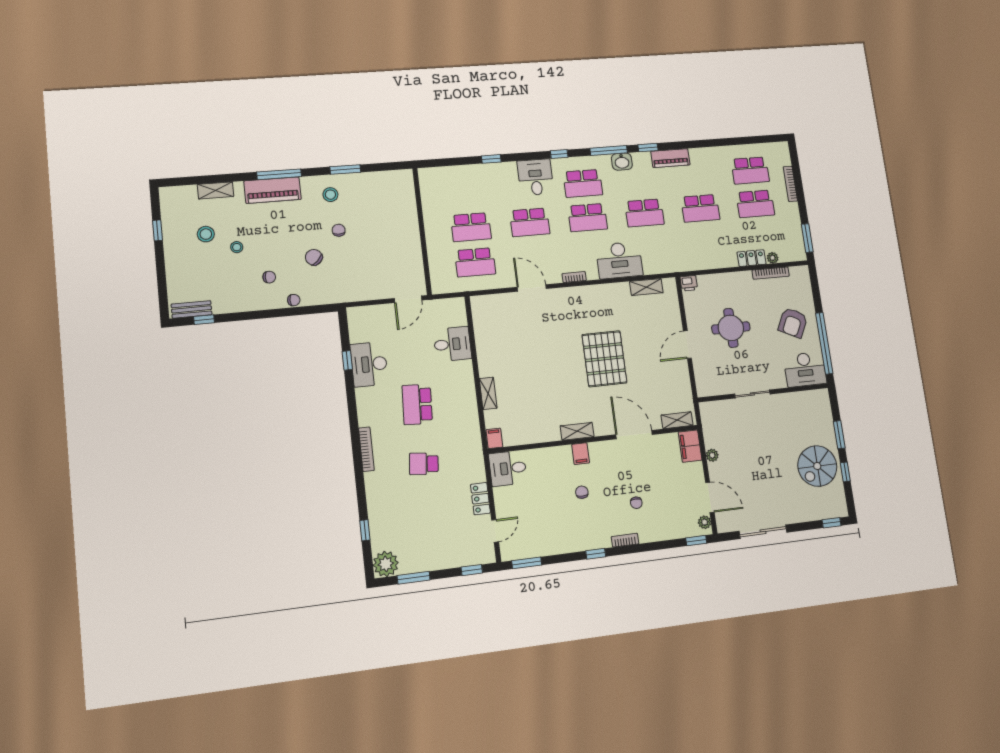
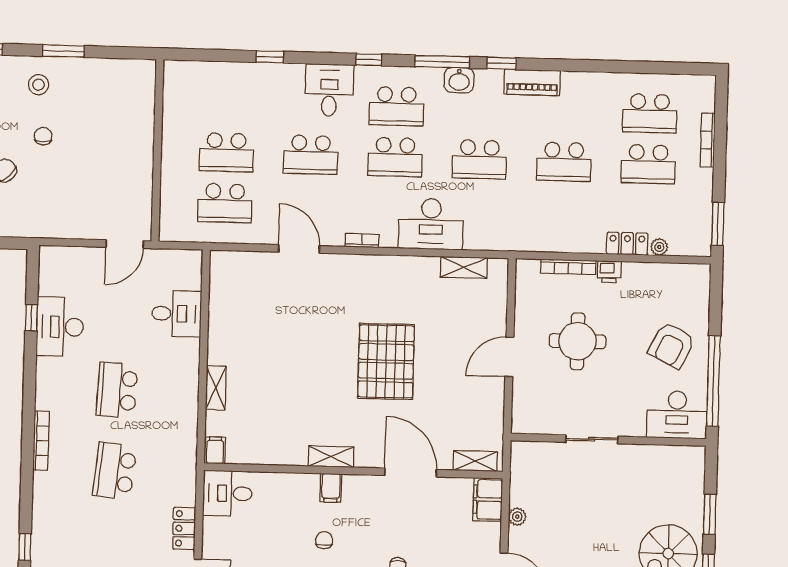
bookcase: (771, 273) -> (568, 267), moved
printer: (689, 283) -> (609, 272), moved
school desk: (424, 464) -> (115, 471), width x1.85

